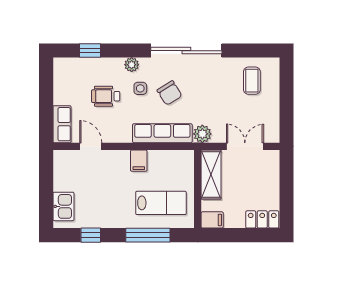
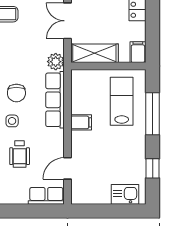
chair: (170, 93) -> (16, 93), turned 122

